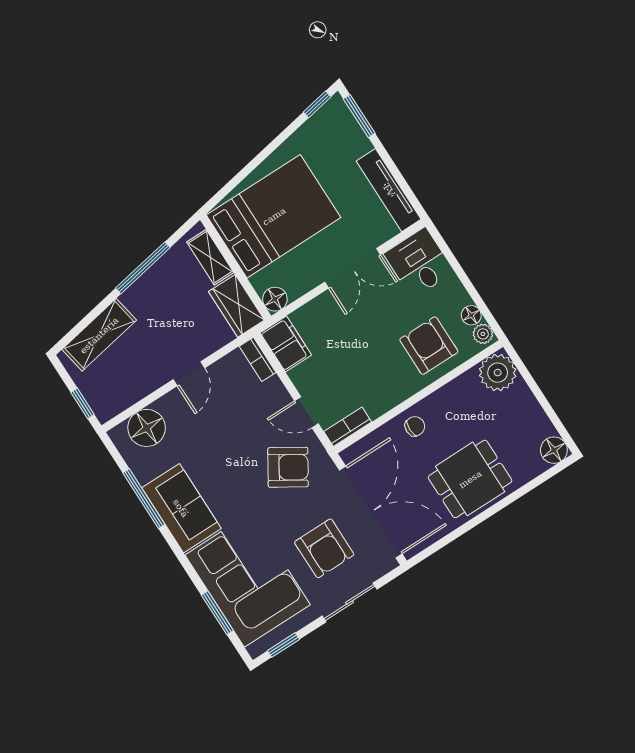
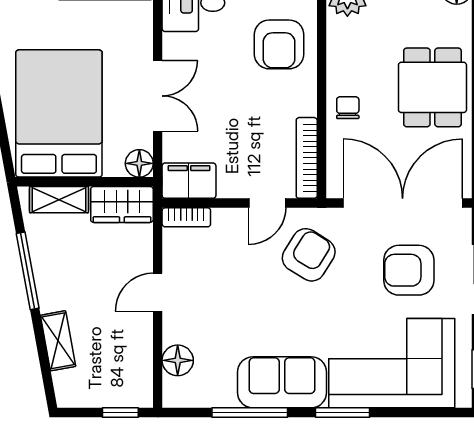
double door: (352, 268) -> (158, 96), moved
shelving: (99, 335) -> (58, 341), width x0.67, depth x0.75
armchair: (429, 346) -> (279, 44), turned -90
door: (189, 374) -> (158, 292), swing flipped
bookcase: (348, 427) -> (307, 158), width x1.56
floor lamp: (147, 428) -> (178, 360), width x0.73, depth x0.73
armchair: (324, 548) -> (409, 270), turned 180
window: (217, 613) -> (343, 413), moved

